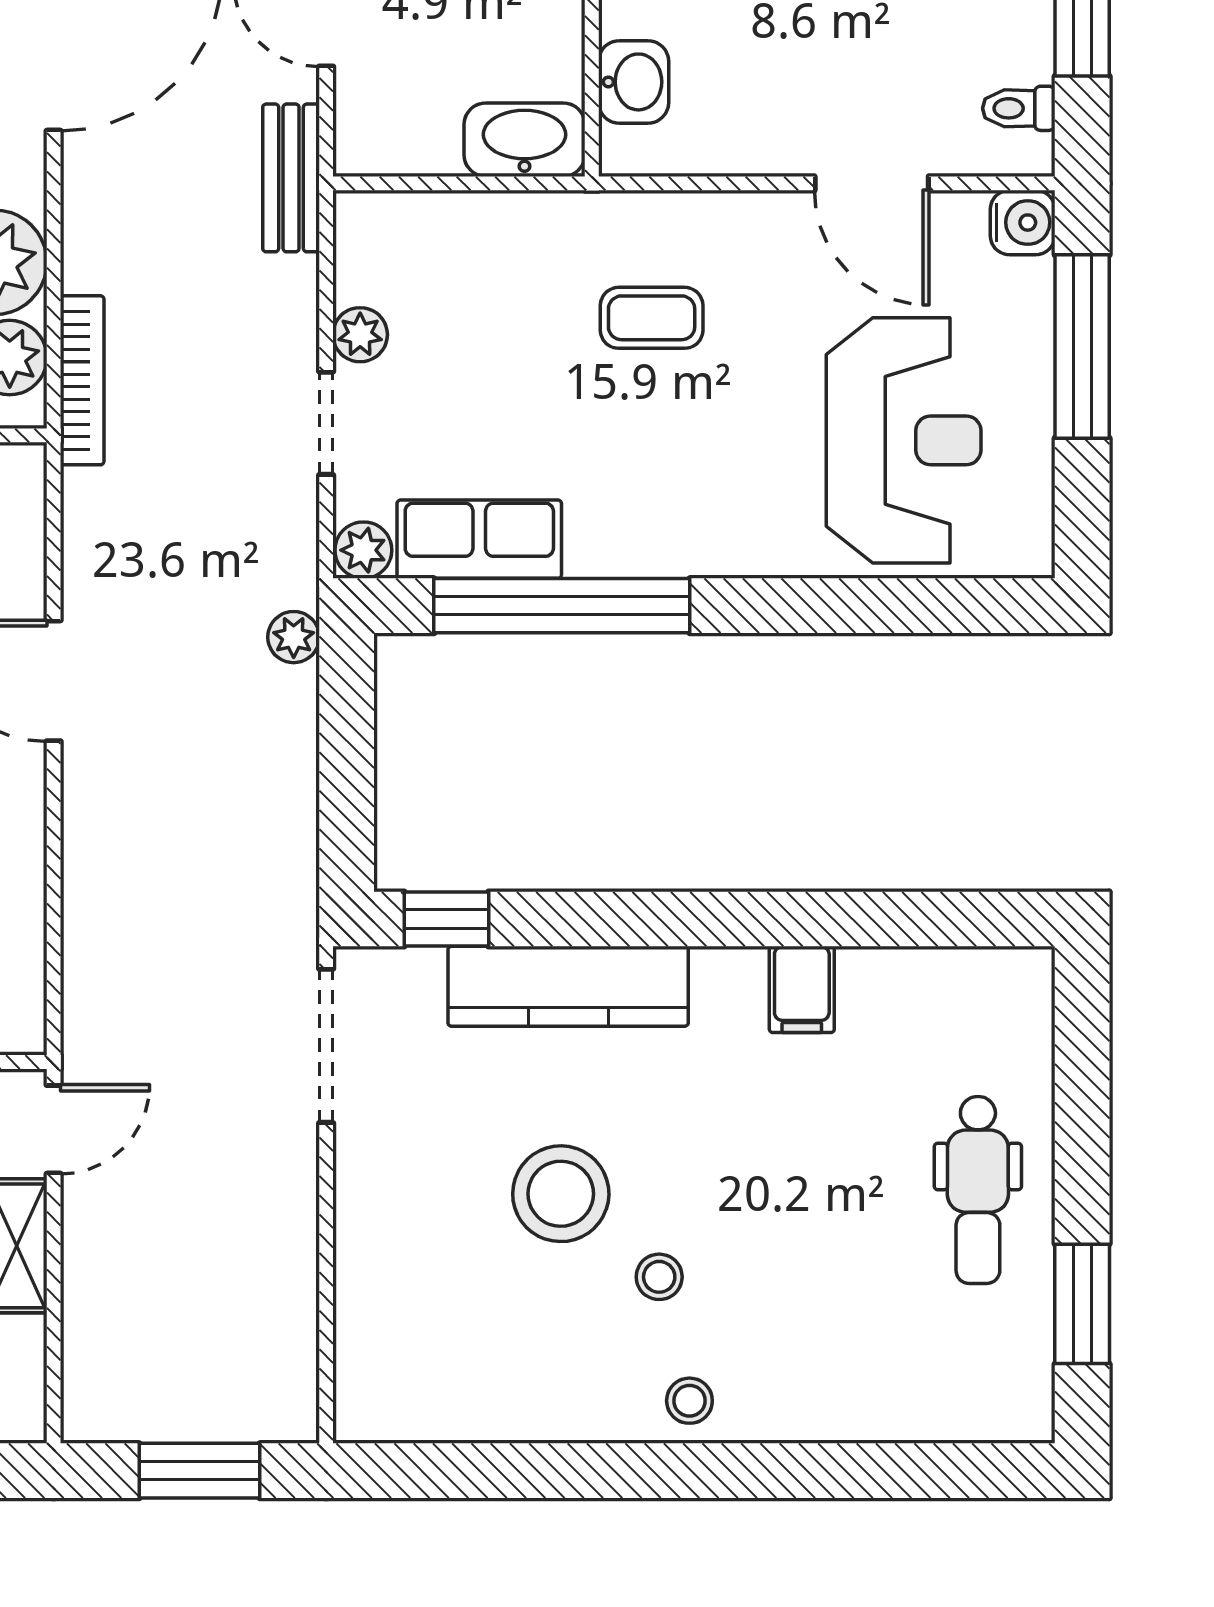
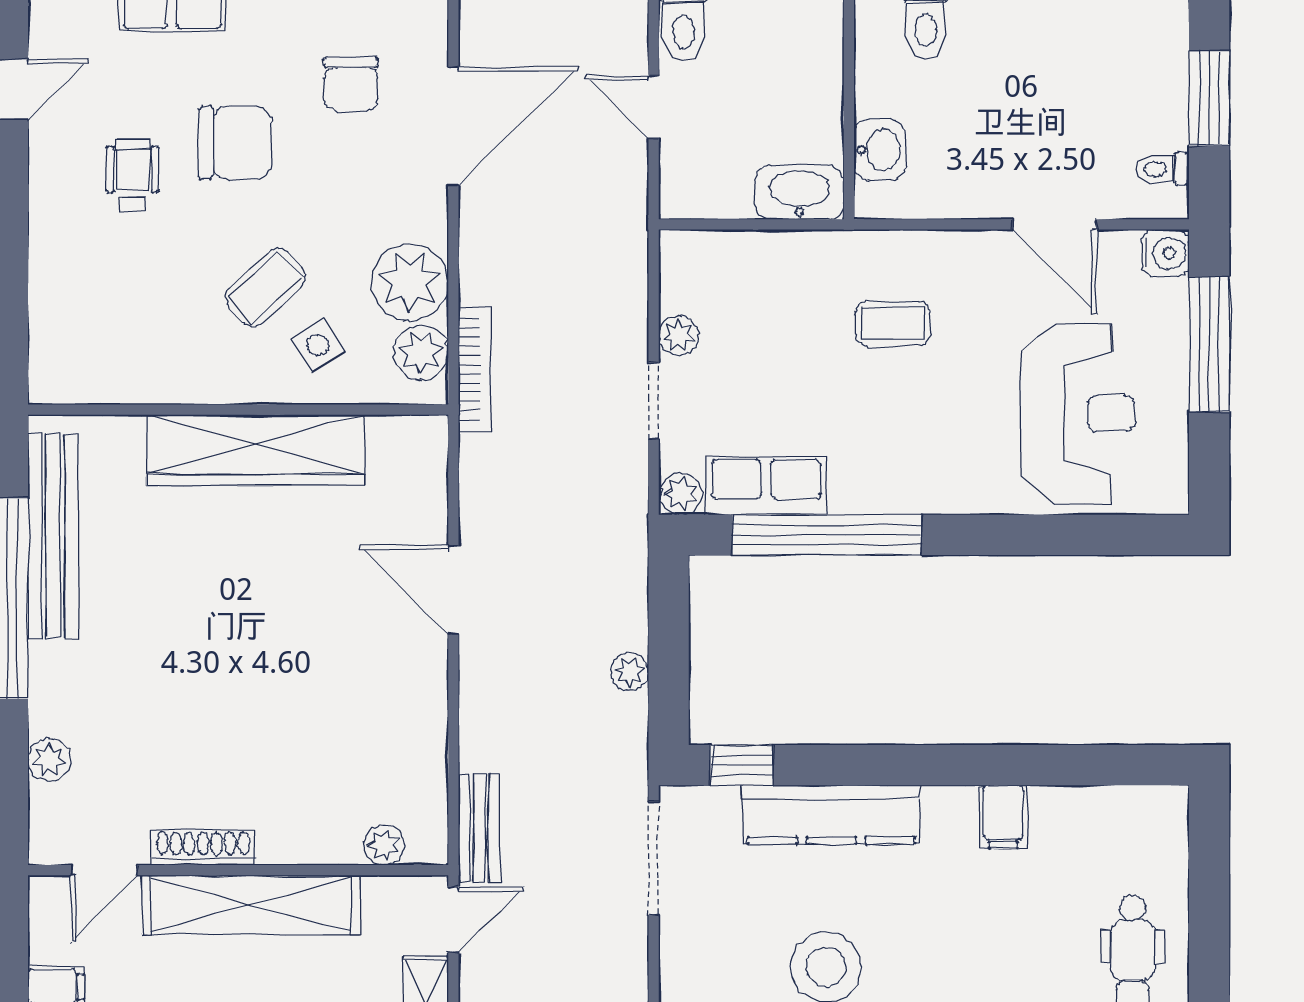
bench: (291, 178) -> (479, 828), moved
plant: (294, 637) -> (630, 672), moved

